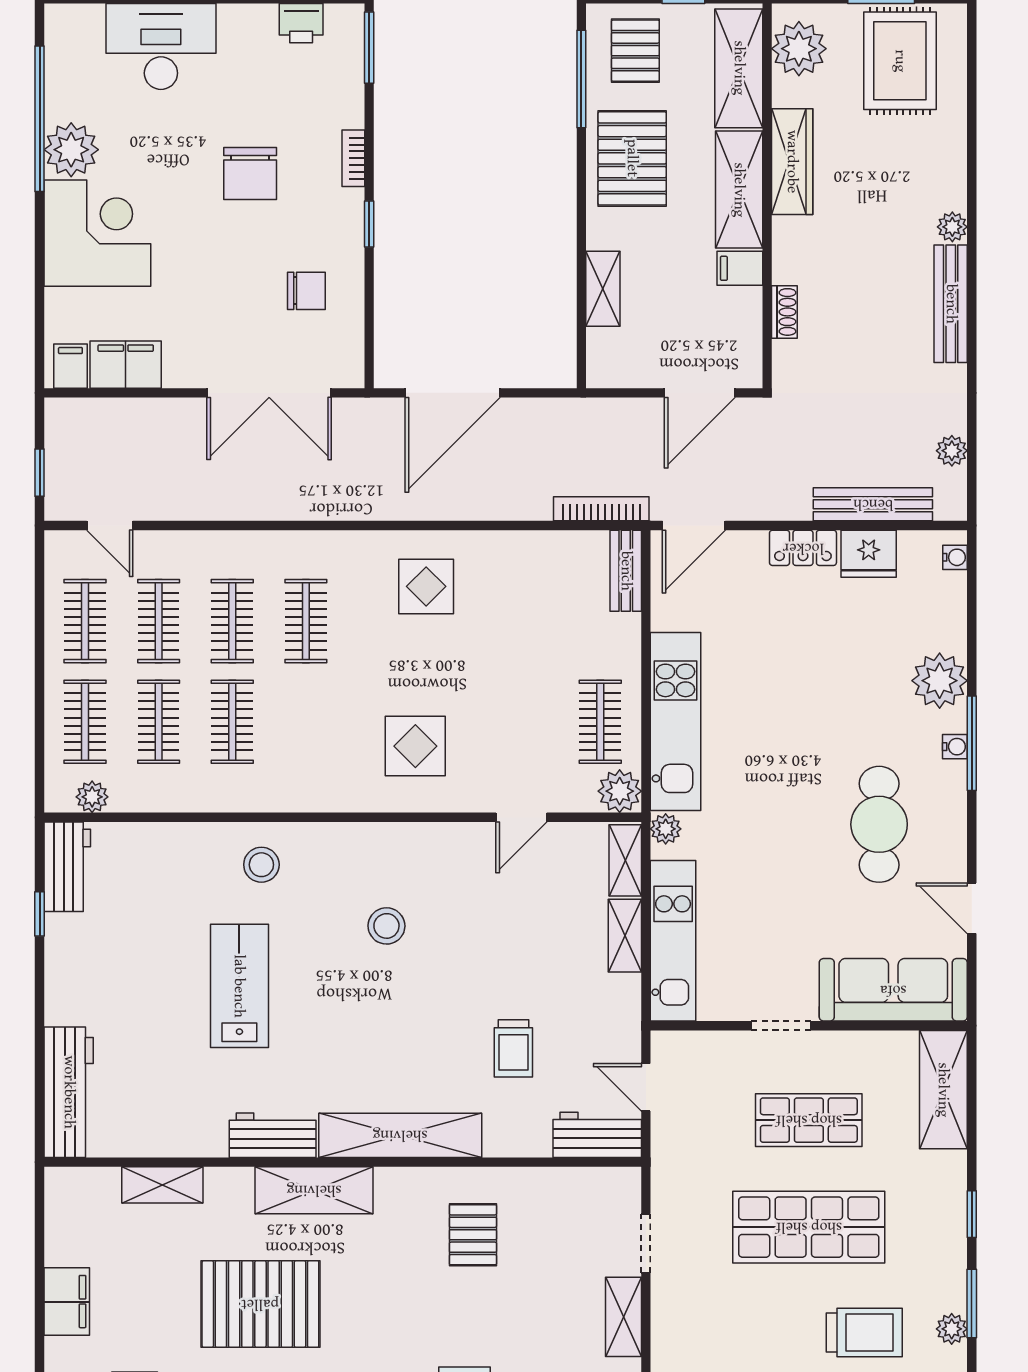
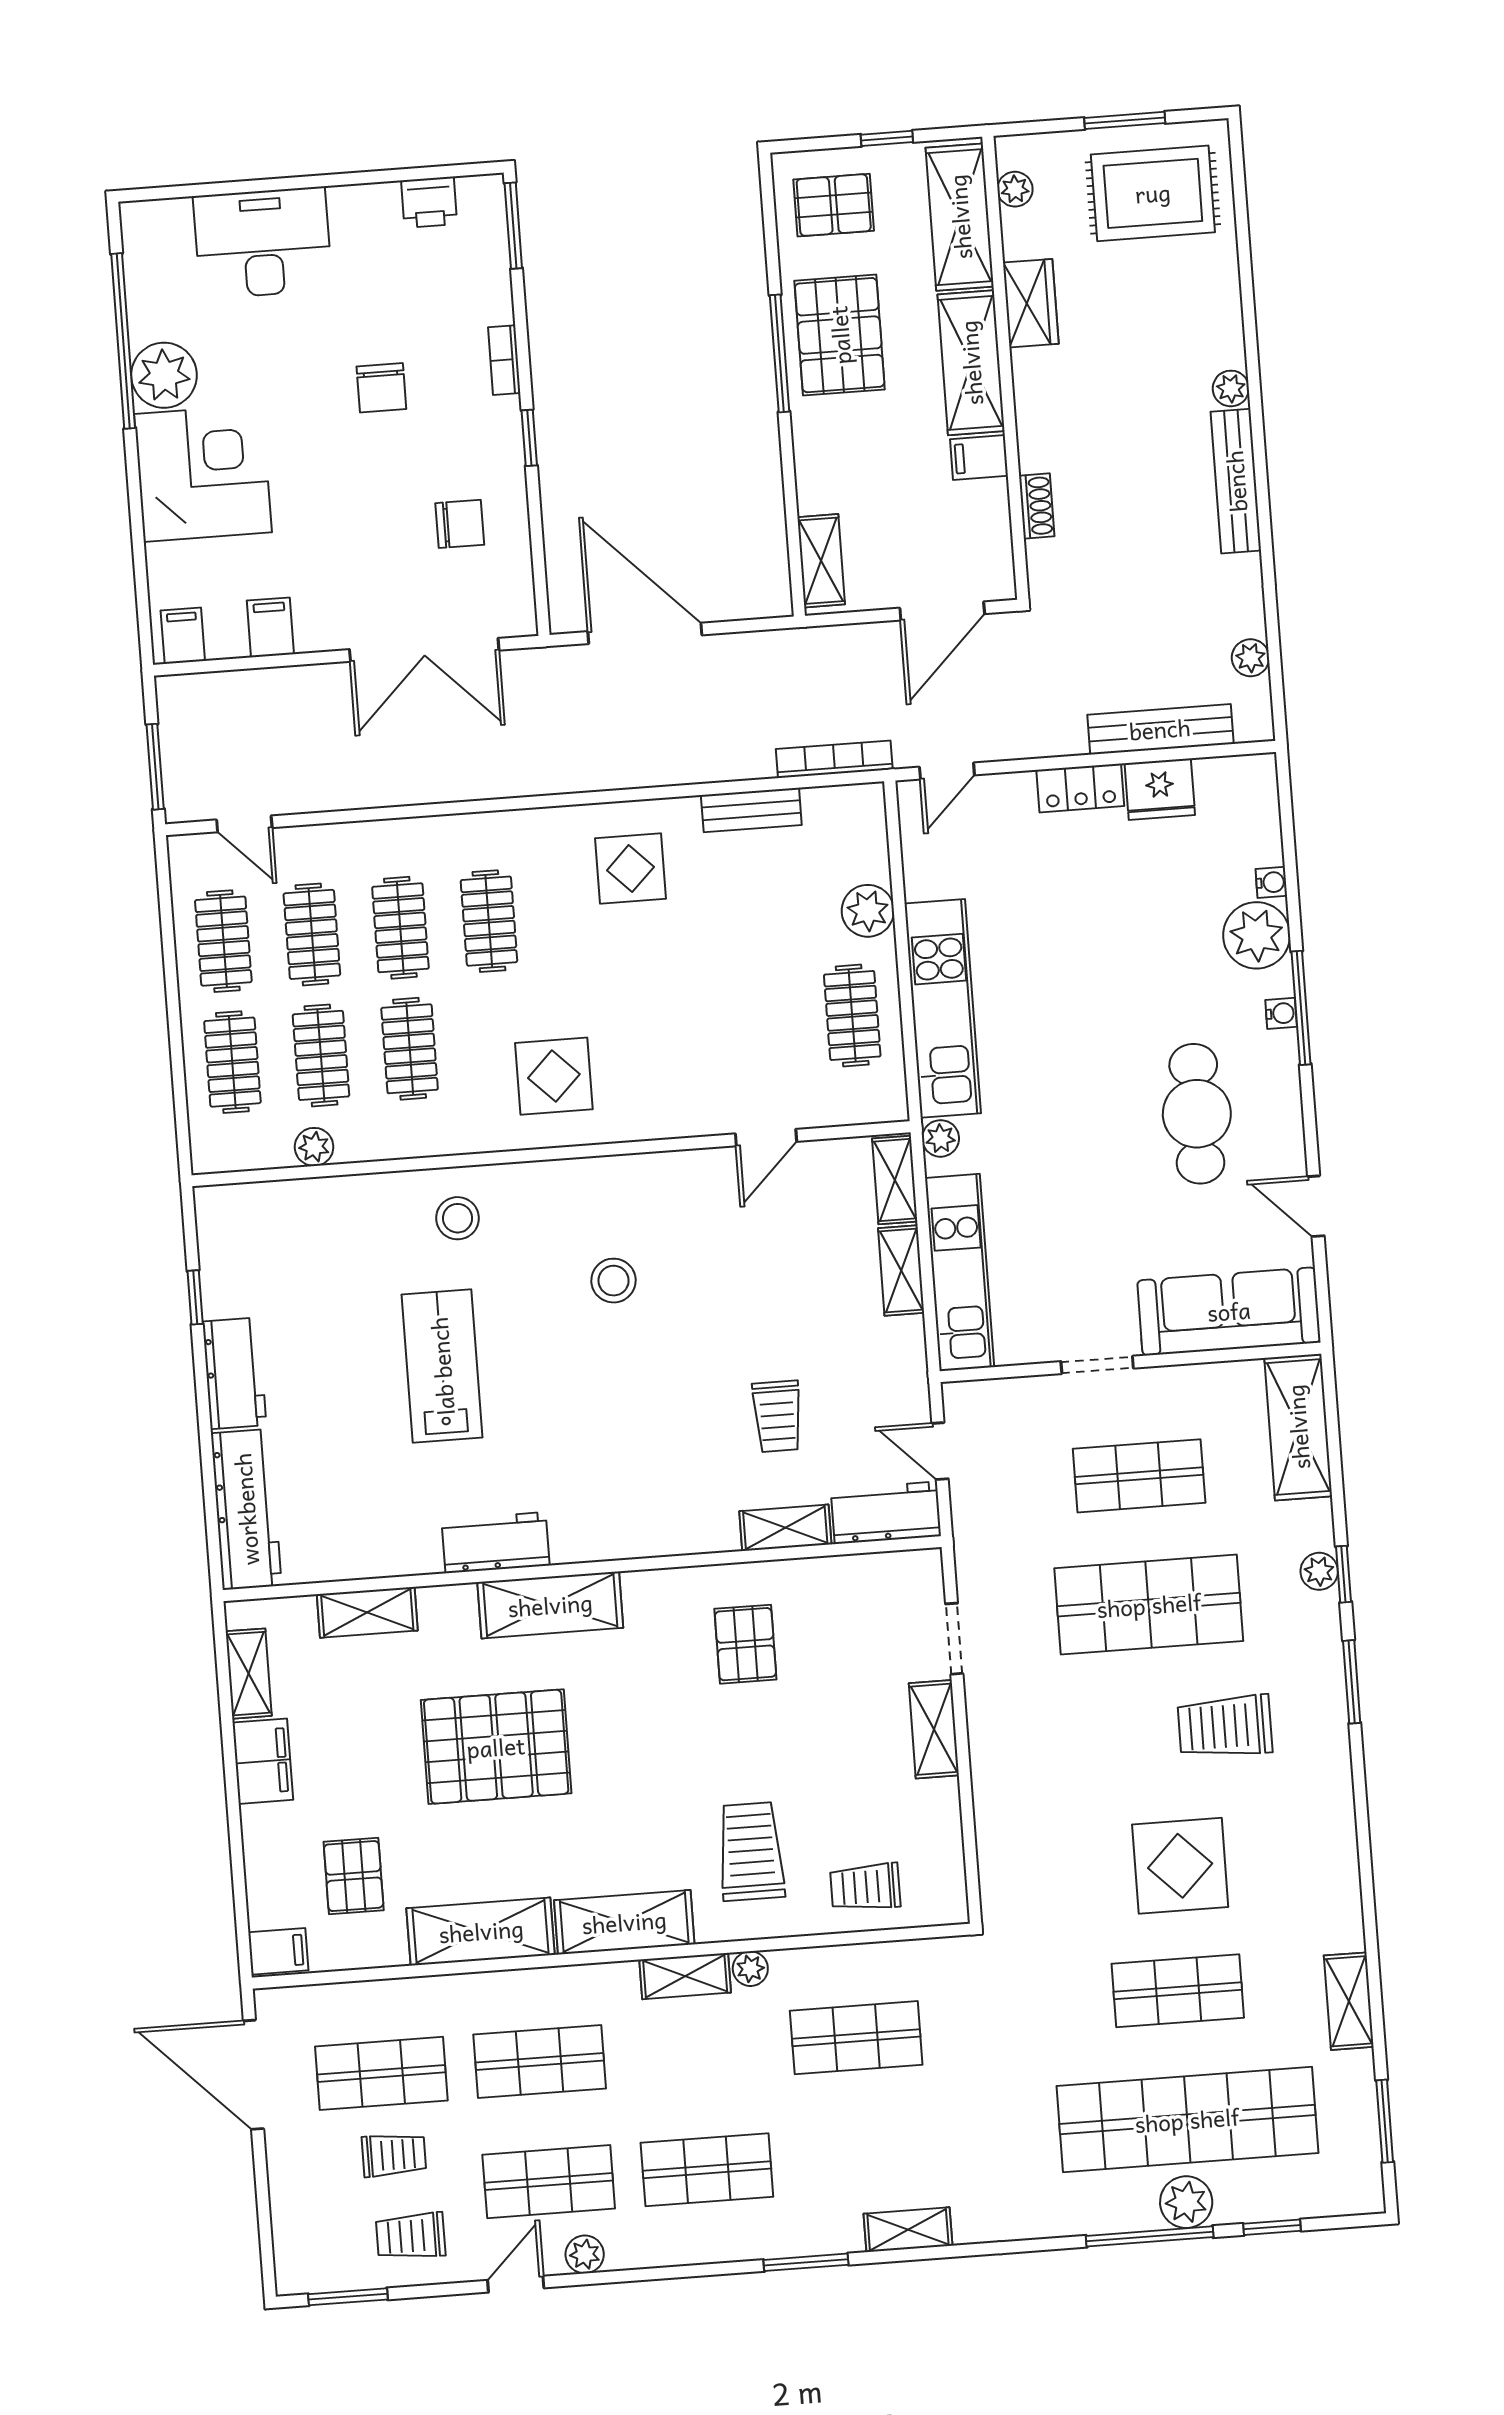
plant: (799, 49) -> (1015, 189), width x0.53, depth x0.53
pallet: (635, 51) -> (834, 205), turned 90
rug: (900, 61) -> (1153, 193), turned 90
window: (581, 79) -> (780, 353), moved
wardrobe: (792, 162) -> (1031, 303), width x0.67
chair: (250, 173) -> (381, 388), width x0.73, depth x0.73
shelving: (603, 289) -> (821, 561), moved
filing cabinet: (126, 365) -> (270, 627), width x0.50
door: (453, 393) -> (645, 633), swing flipped
window: (40, 473) -> (155, 767), width x1.50
door: (694, 525) -> (947, 771), width x0.73
water cooler: (955, 557) -> (1271, 882), moved
bench: (626, 571) -> (751, 810), moved, turned 90
display table: (415, 746) -> (554, 1076), moved
plant: (620, 791) -> (868, 911), moved
plant: (92, 797) -> (314, 1147), moved
workbench: (67, 867) -> (234, 1373), moved
shelving: (400, 1135) -> (785, 1528), moved, width x0.45, depth x0.75
shelving: (60, 1228) -> (249, 1674), added
plant: (952, 1329) -> (1319, 1571), moved
trolley: (864, 1333) -> (1225, 1726), turned 180

